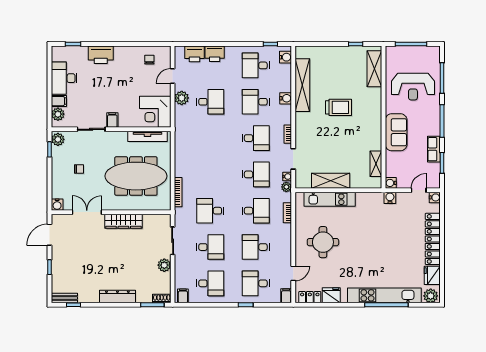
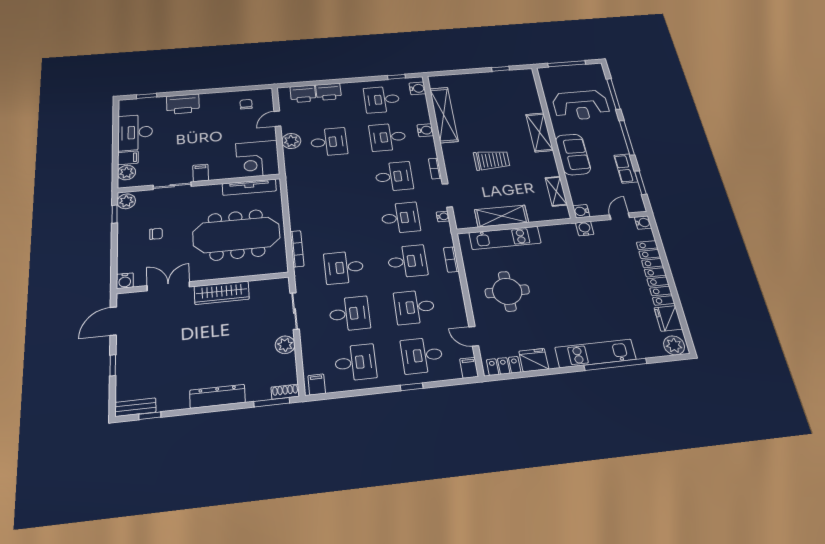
shelving: (374, 69) -> (539, 132), moved
trolley: (338, 107) -> (492, 160), moved
plant: (286, 187) -> (444, 229), removed
door: (293, 273) -> (474, 336), swing flipped
kitchen unit: (384, 295) -> (595, 353), width x0.73

